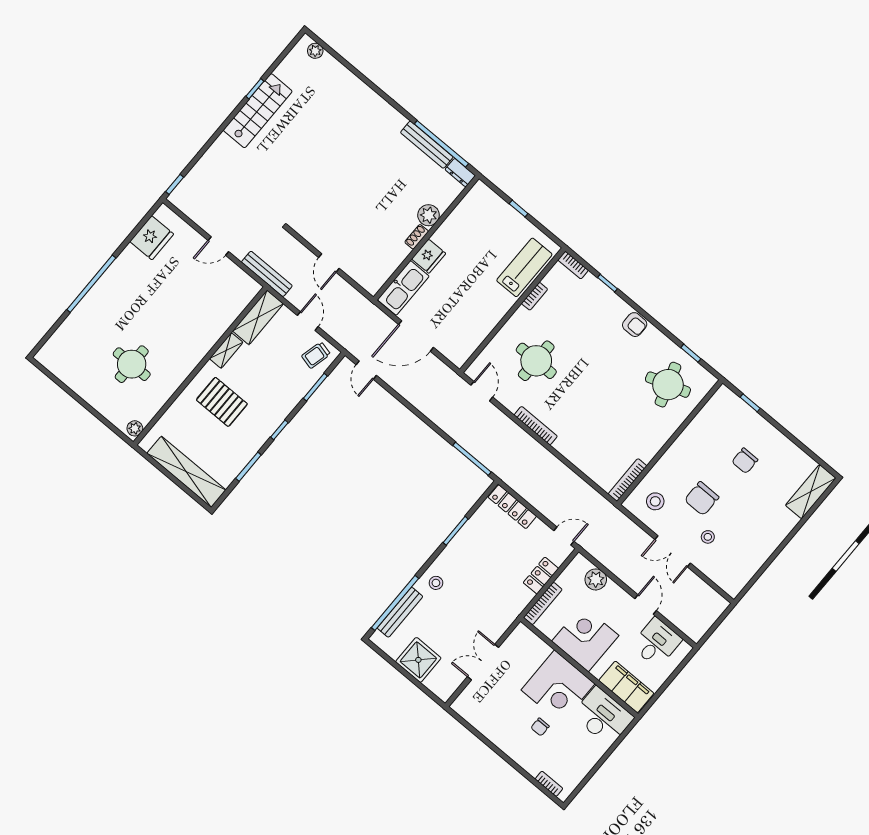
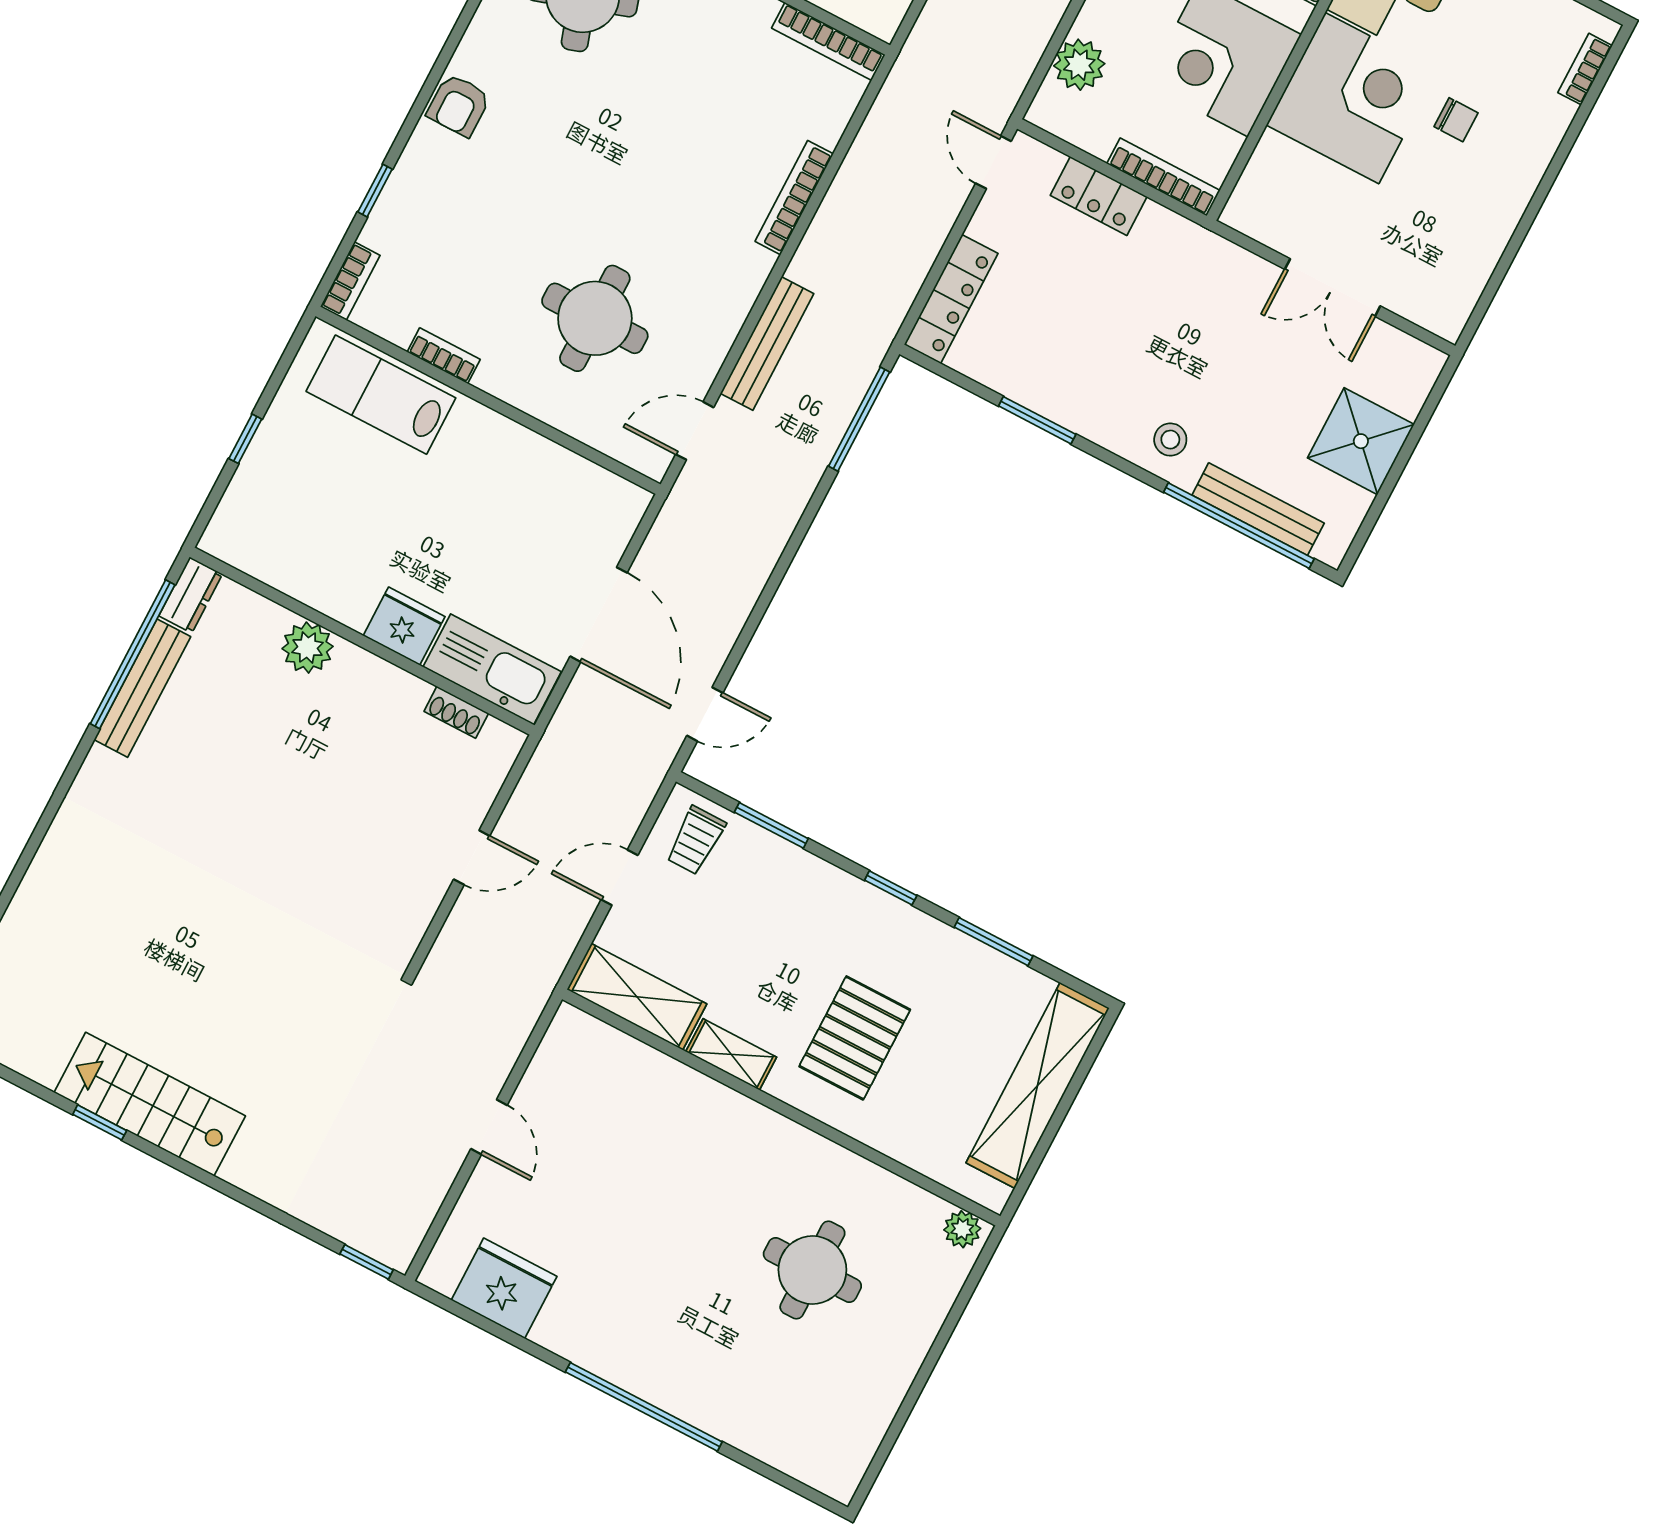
shoe rack: (417, 237) -> (456, 712), moved
bench: (267, 274) -> (767, 343), moved
armchair: (635, 325) -> (459, 105), turned 180
trolley: (316, 355) -> (696, 840), turned 76
bookcase: (536, 426) -> (794, 198), moved

